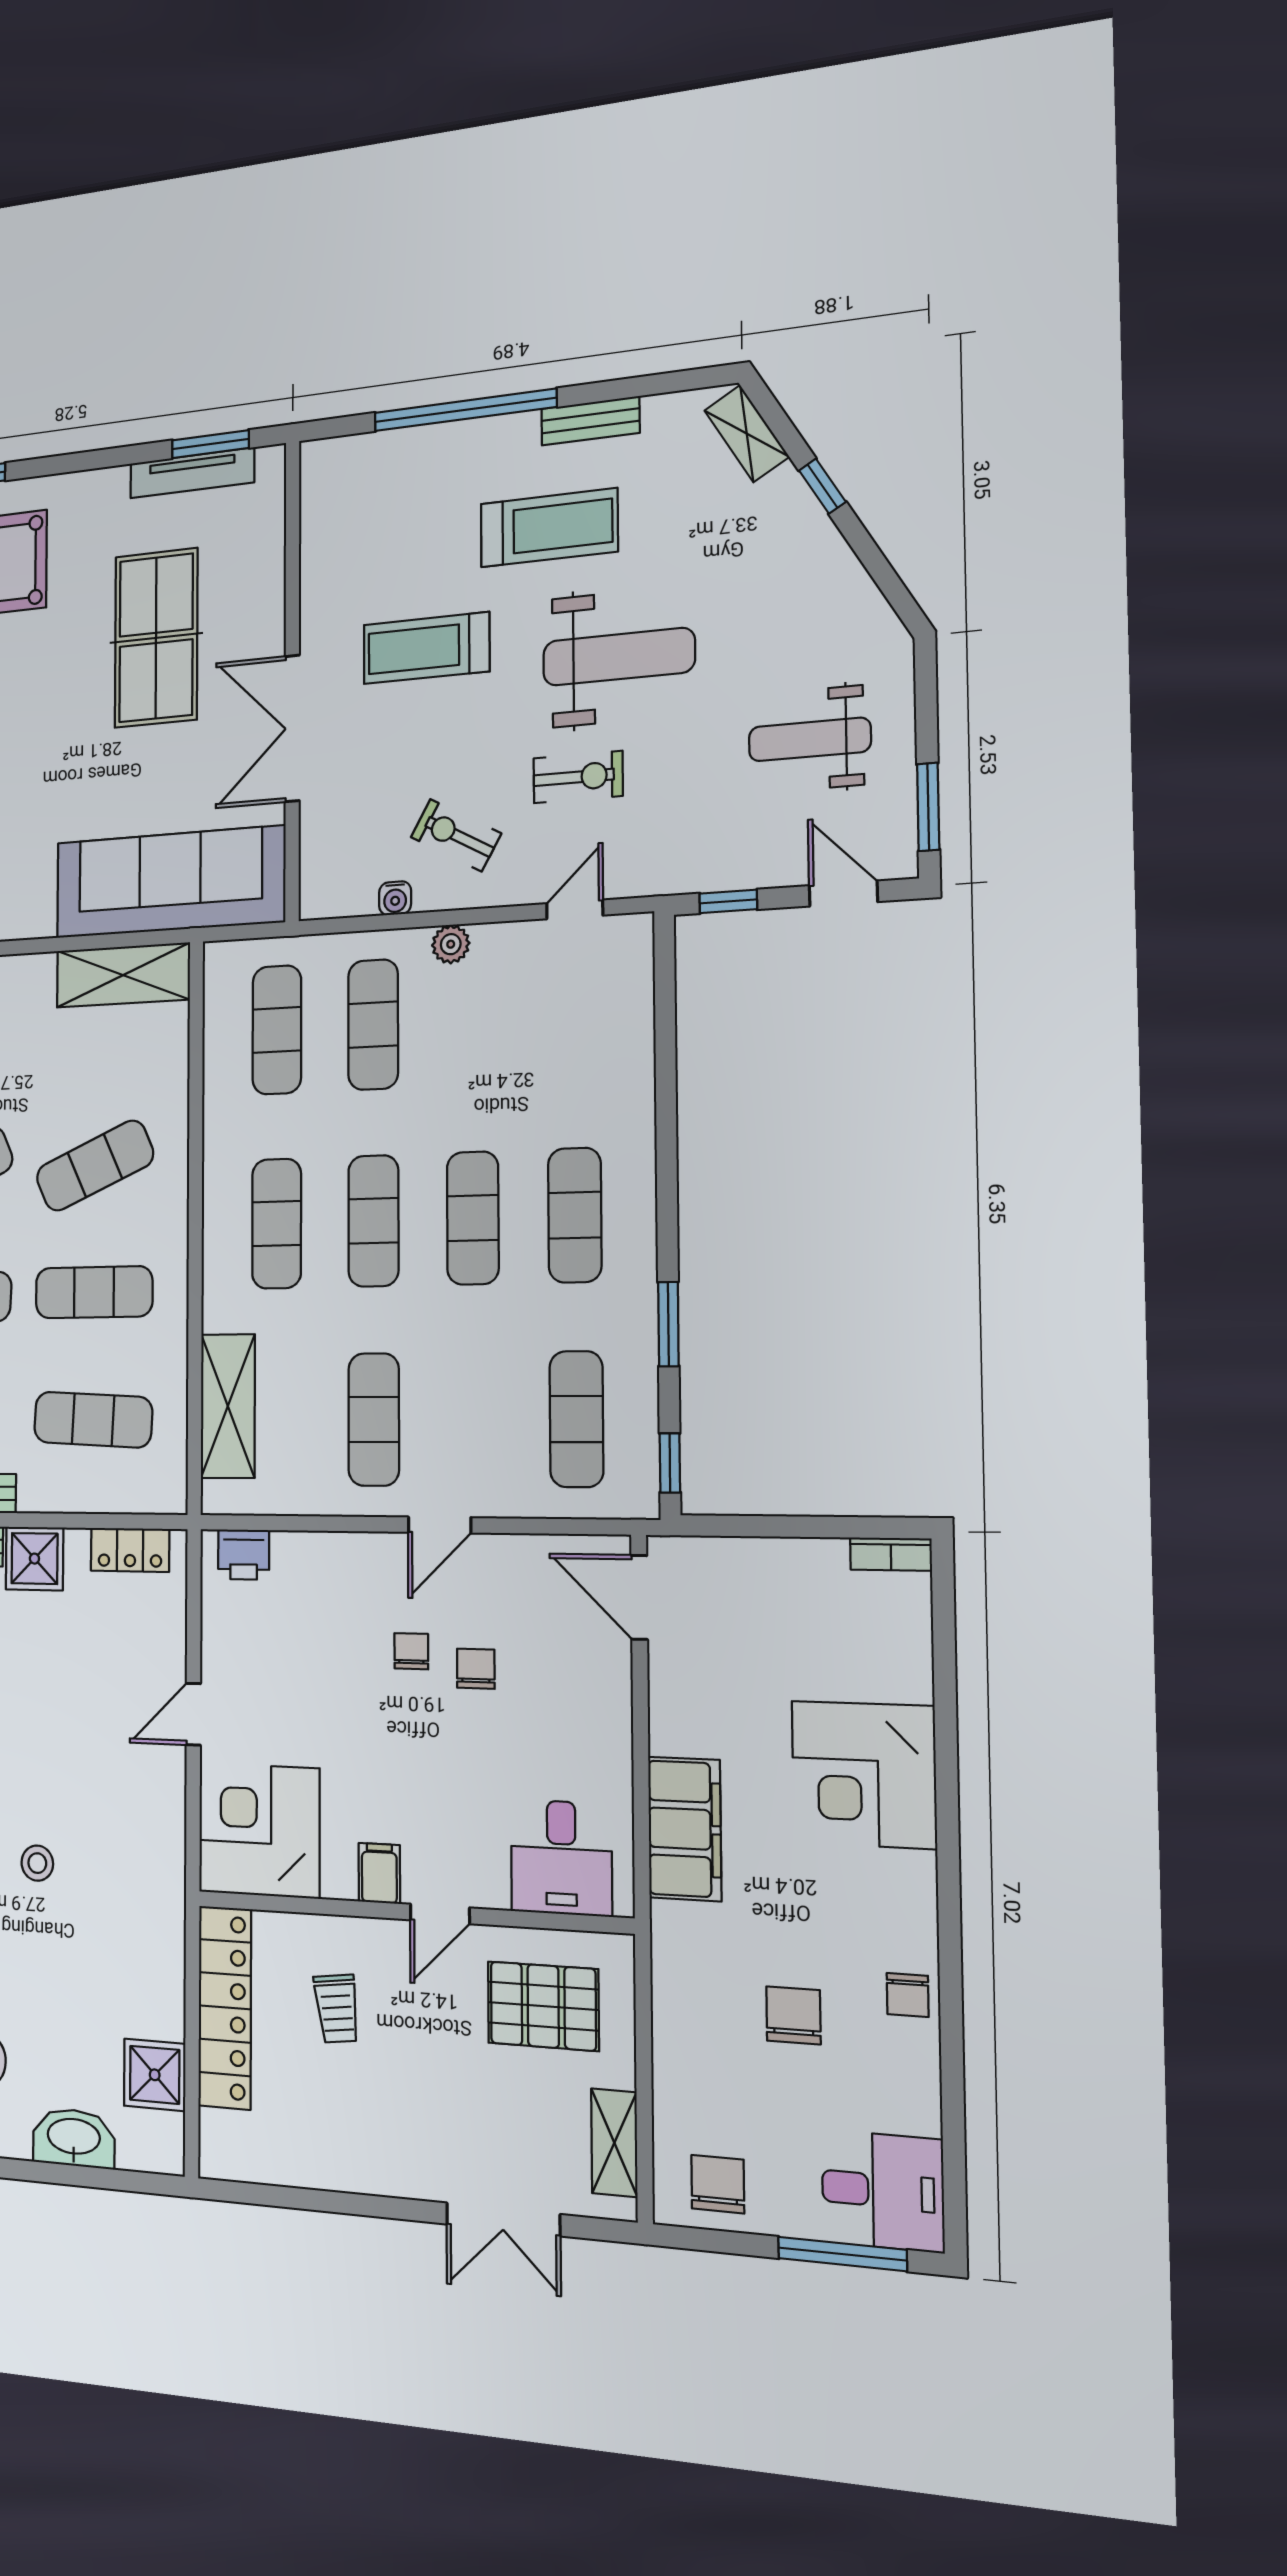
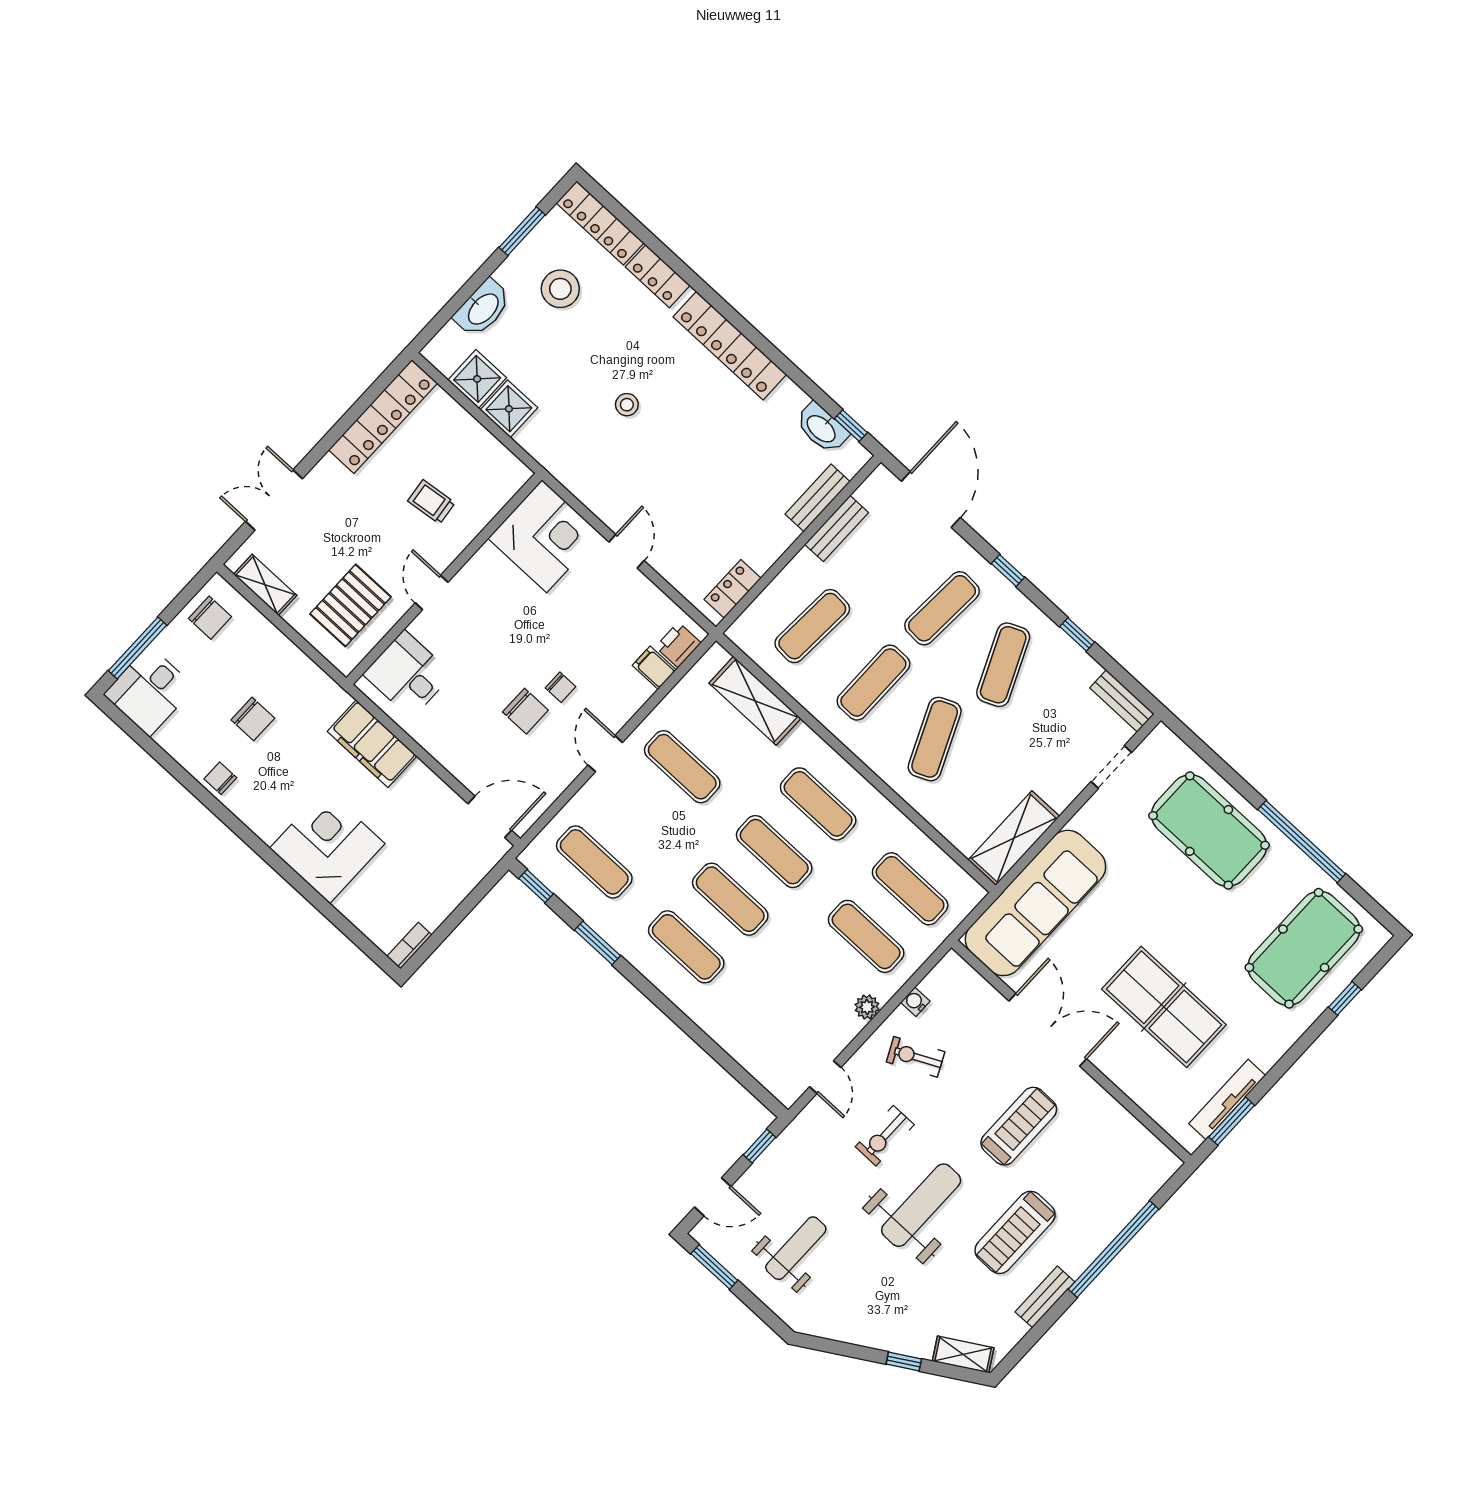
weight bench: (619, 657) -> (921, 1205), turned 180
exercise bike: (456, 835) -> (916, 1057), turned -145
shower: (34, 1559) -> (509, 409), moved
chair: (476, 1669) -> (525, 711), width x1.37, depth x1.37
filing cabinet: (379, 1873) -> (654, 668), moved, turned 180
locker: (225, 2007) -> (383, 416), moved, turned -90

